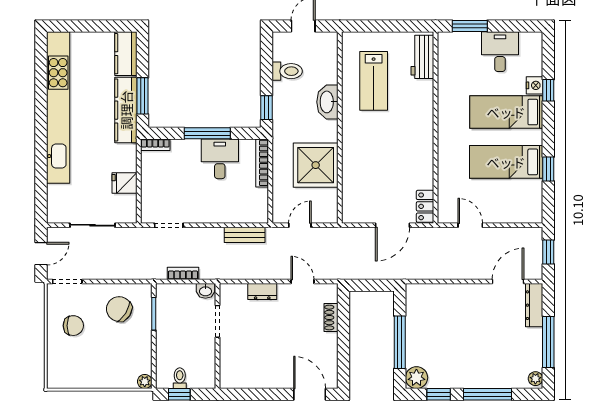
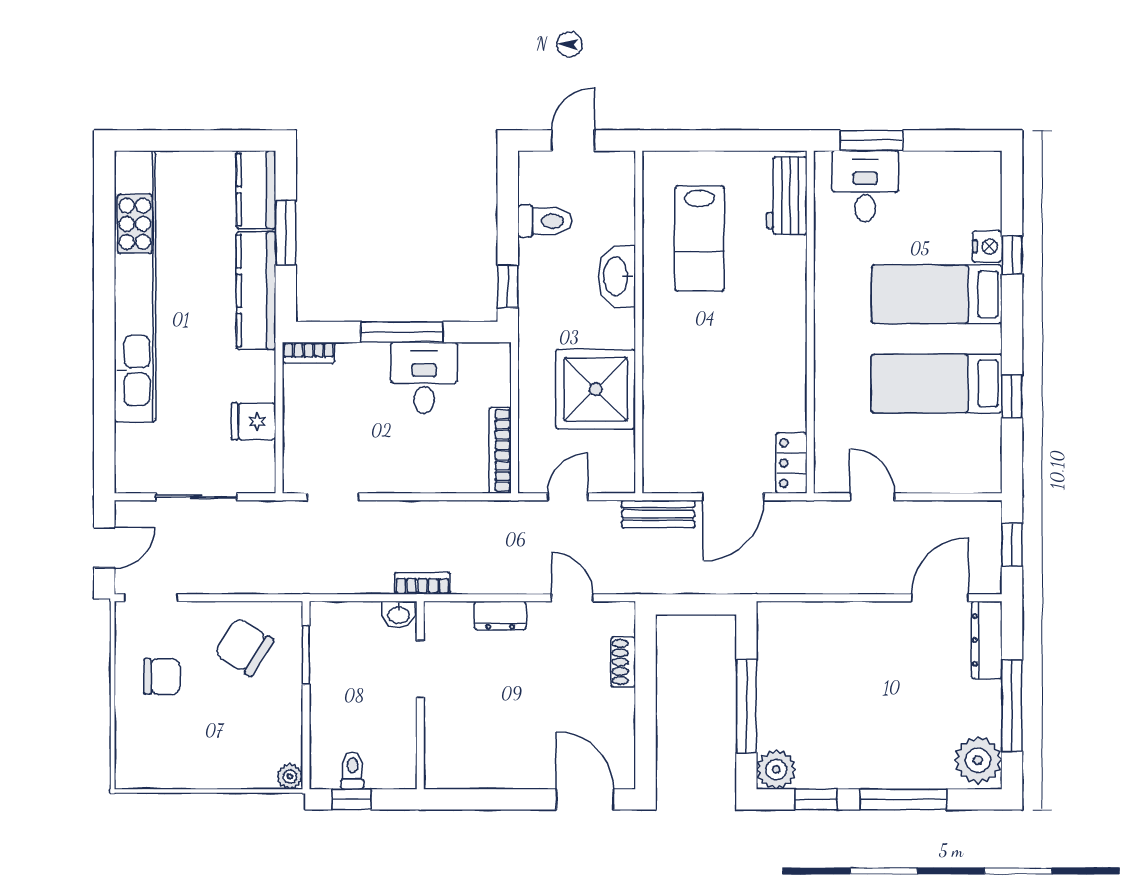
desk: (500, 52) -> (865, 186), moved
window: (142, 96) -> (286, 233), moved
bookcase: (262, 163) -> (500, 450), moved
bench: (245, 235) -> (658, 514), moved
bookcase: (183, 273) -> (422, 583), moved
plant: (535, 379) -> (978, 760), width x1.88, depth x1.88

